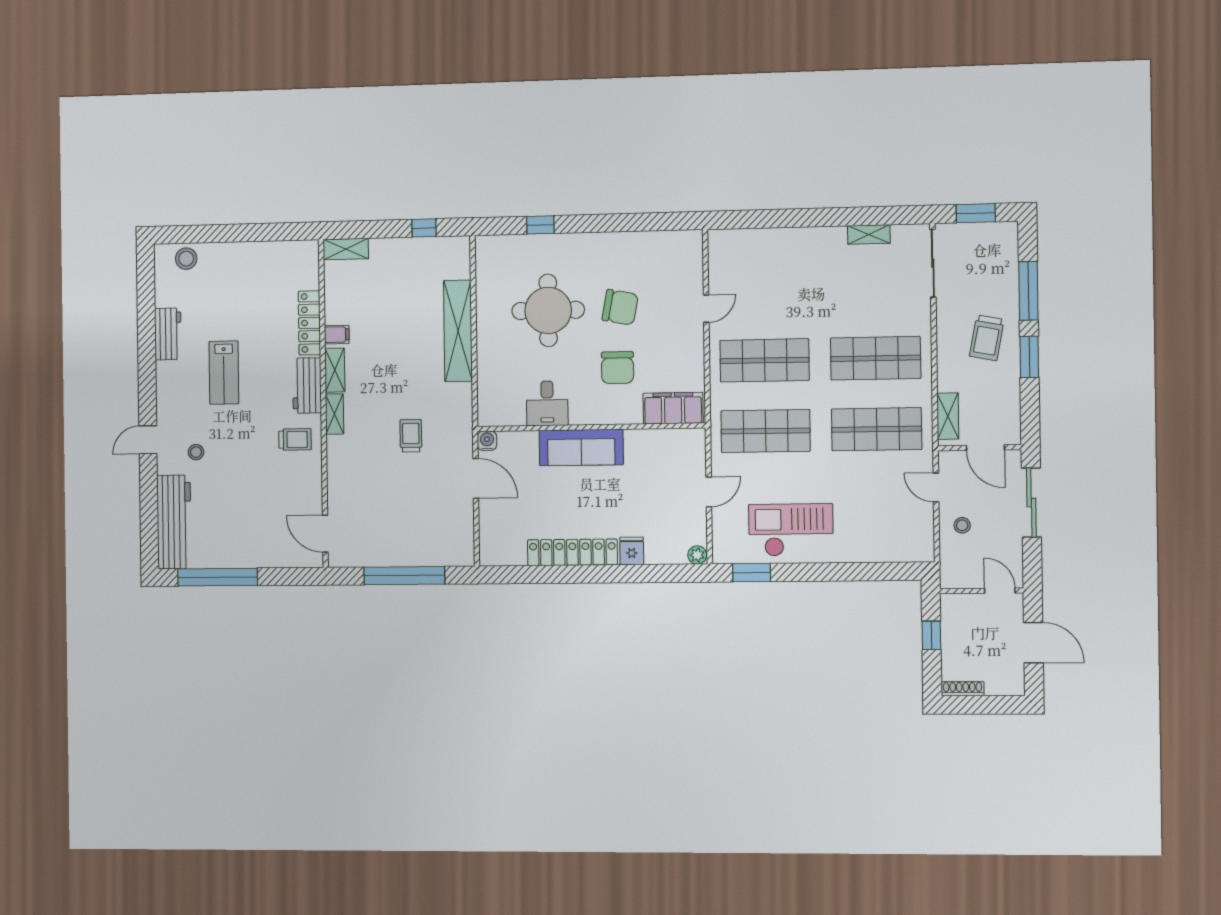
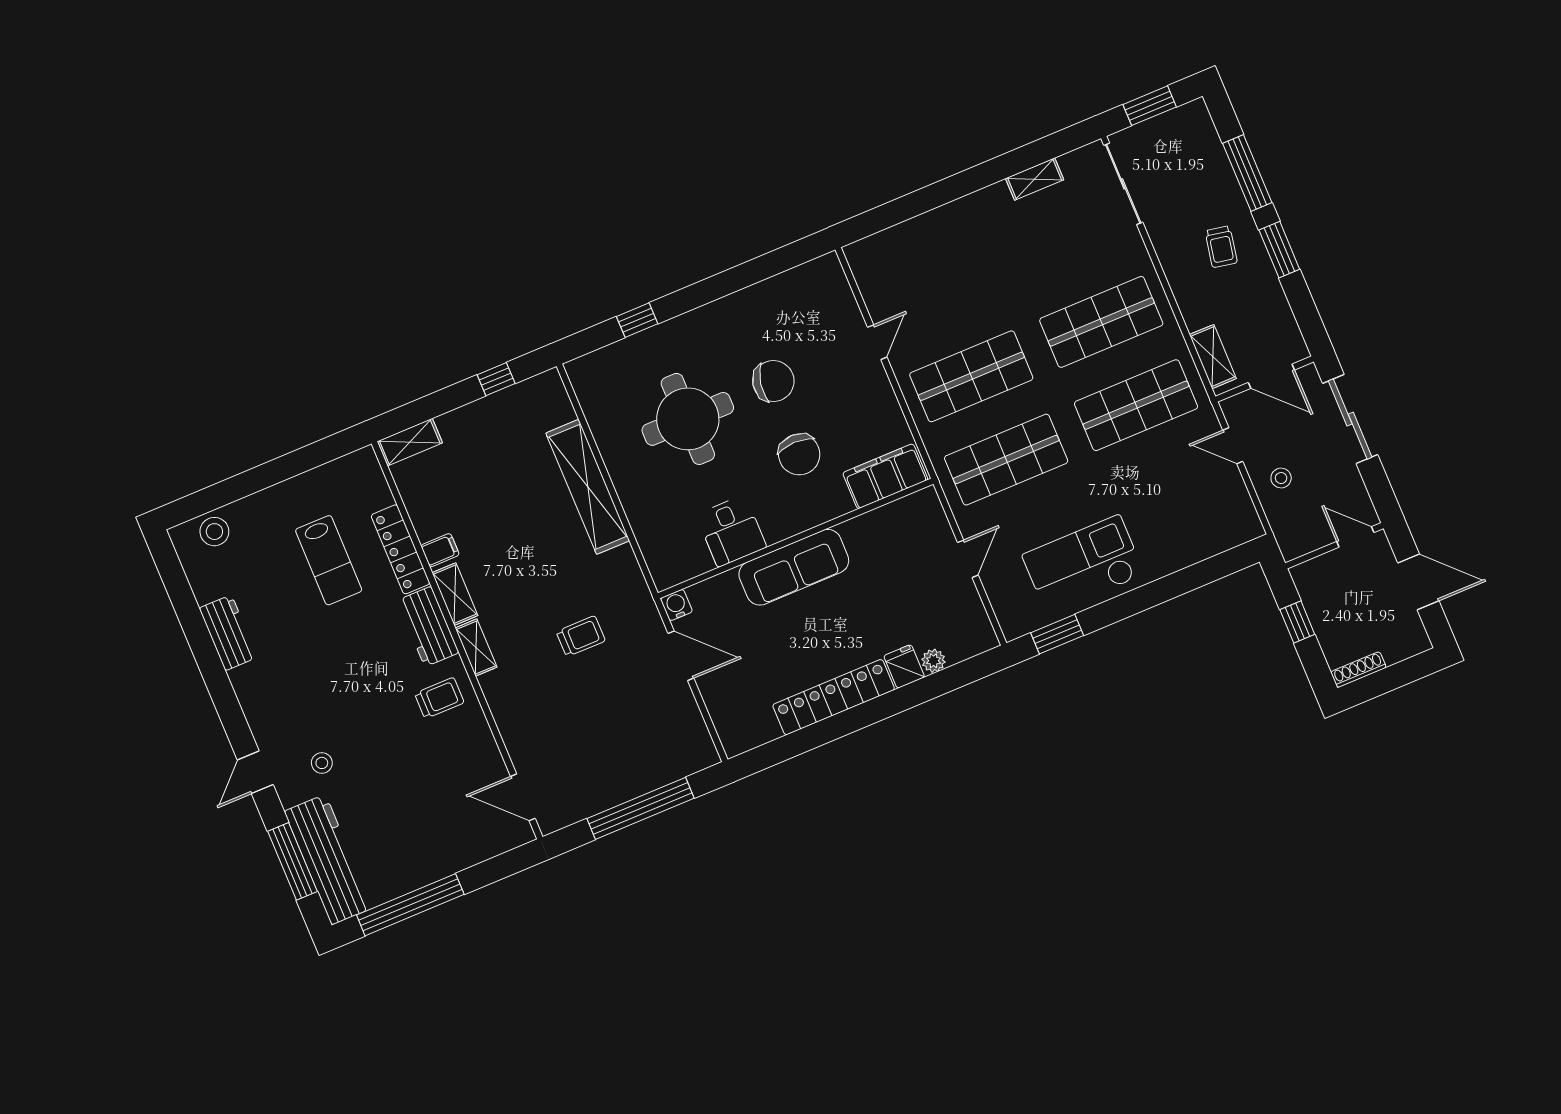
trolley: (987, 338) -> (1221, 247), width x0.73, depth x0.72
lab bench: (224, 373) -> (329, 560), moved
trolley: (411, 436) -> (581, 636), turned 90
window: (149, 513) -> (292, 861), added
plant: (697, 555) -> (933, 661), moved

